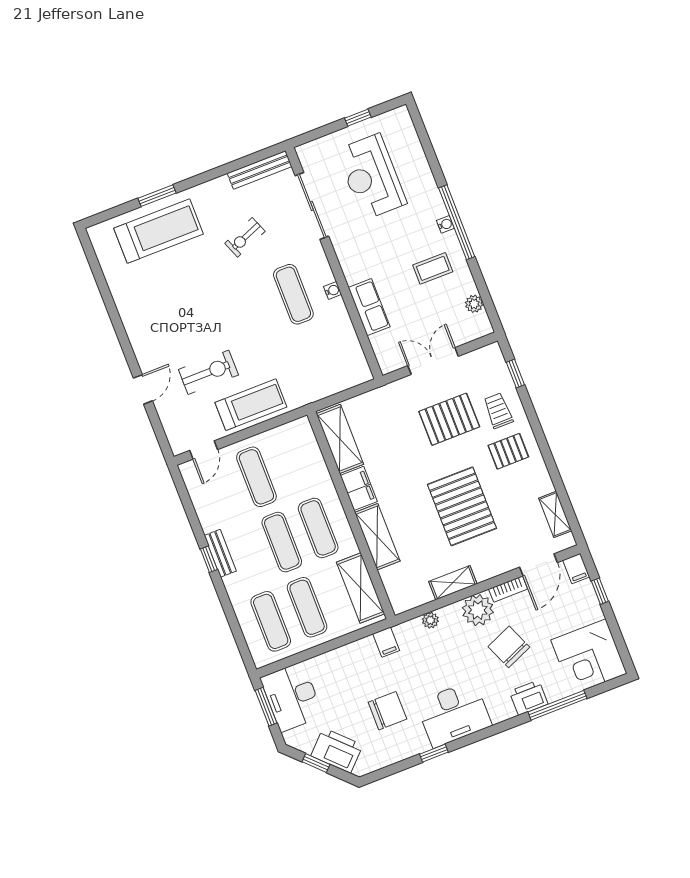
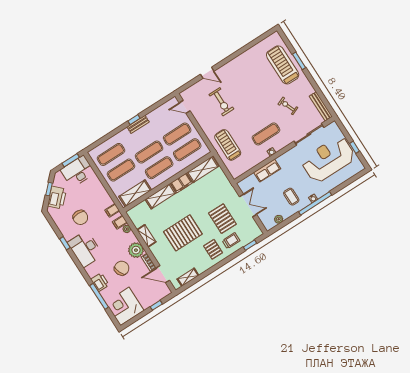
reception desk: (371, 177) -> (328, 159), width x1.36, depth x1.30
treadmill: (159, 231) -> (283, 65), turned 180
treadmill: (251, 405) -> (228, 145), moved, turned 180
exercise mat: (293, 463) -> (187, 150), added
filing cabinet: (576, 569) -> (120, 222), moved

